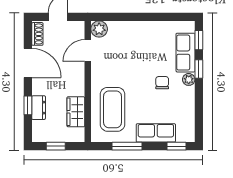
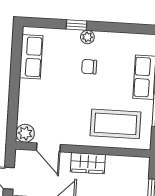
window: (199, 40) -> (44, 23), removed
row of seats: (185, 53) -> (31, 57), moved, turned -90
wardrobe: (76, 112) -> (88, 163), moved

